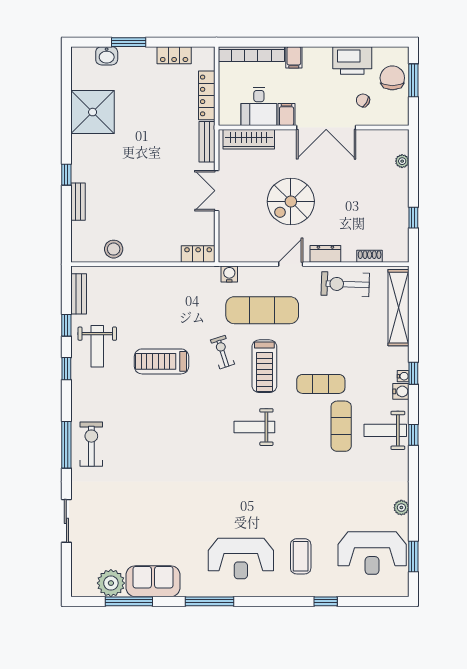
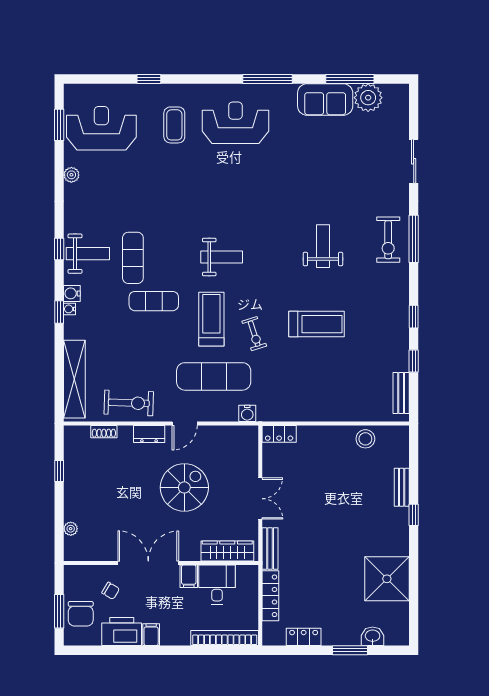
filing cabinet: (294, 57) -> (151, 635), moved
weight bench: (97, 346) -> (323, 246), moved

